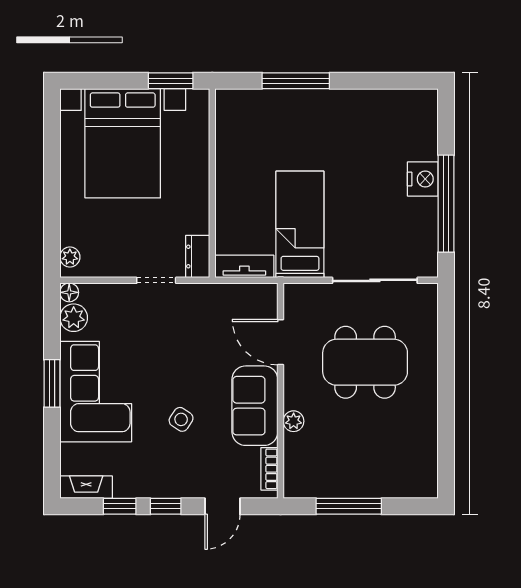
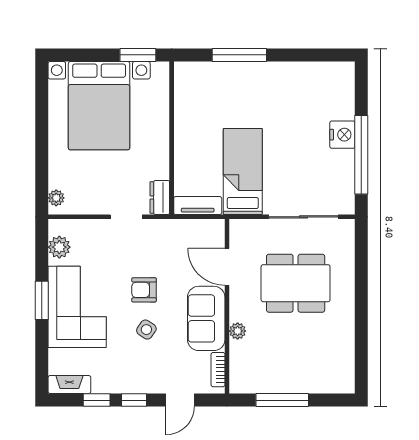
floor lamp: (69, 292) -> (56, 227), removed
armchair: (178, 370) -> (144, 290), added

